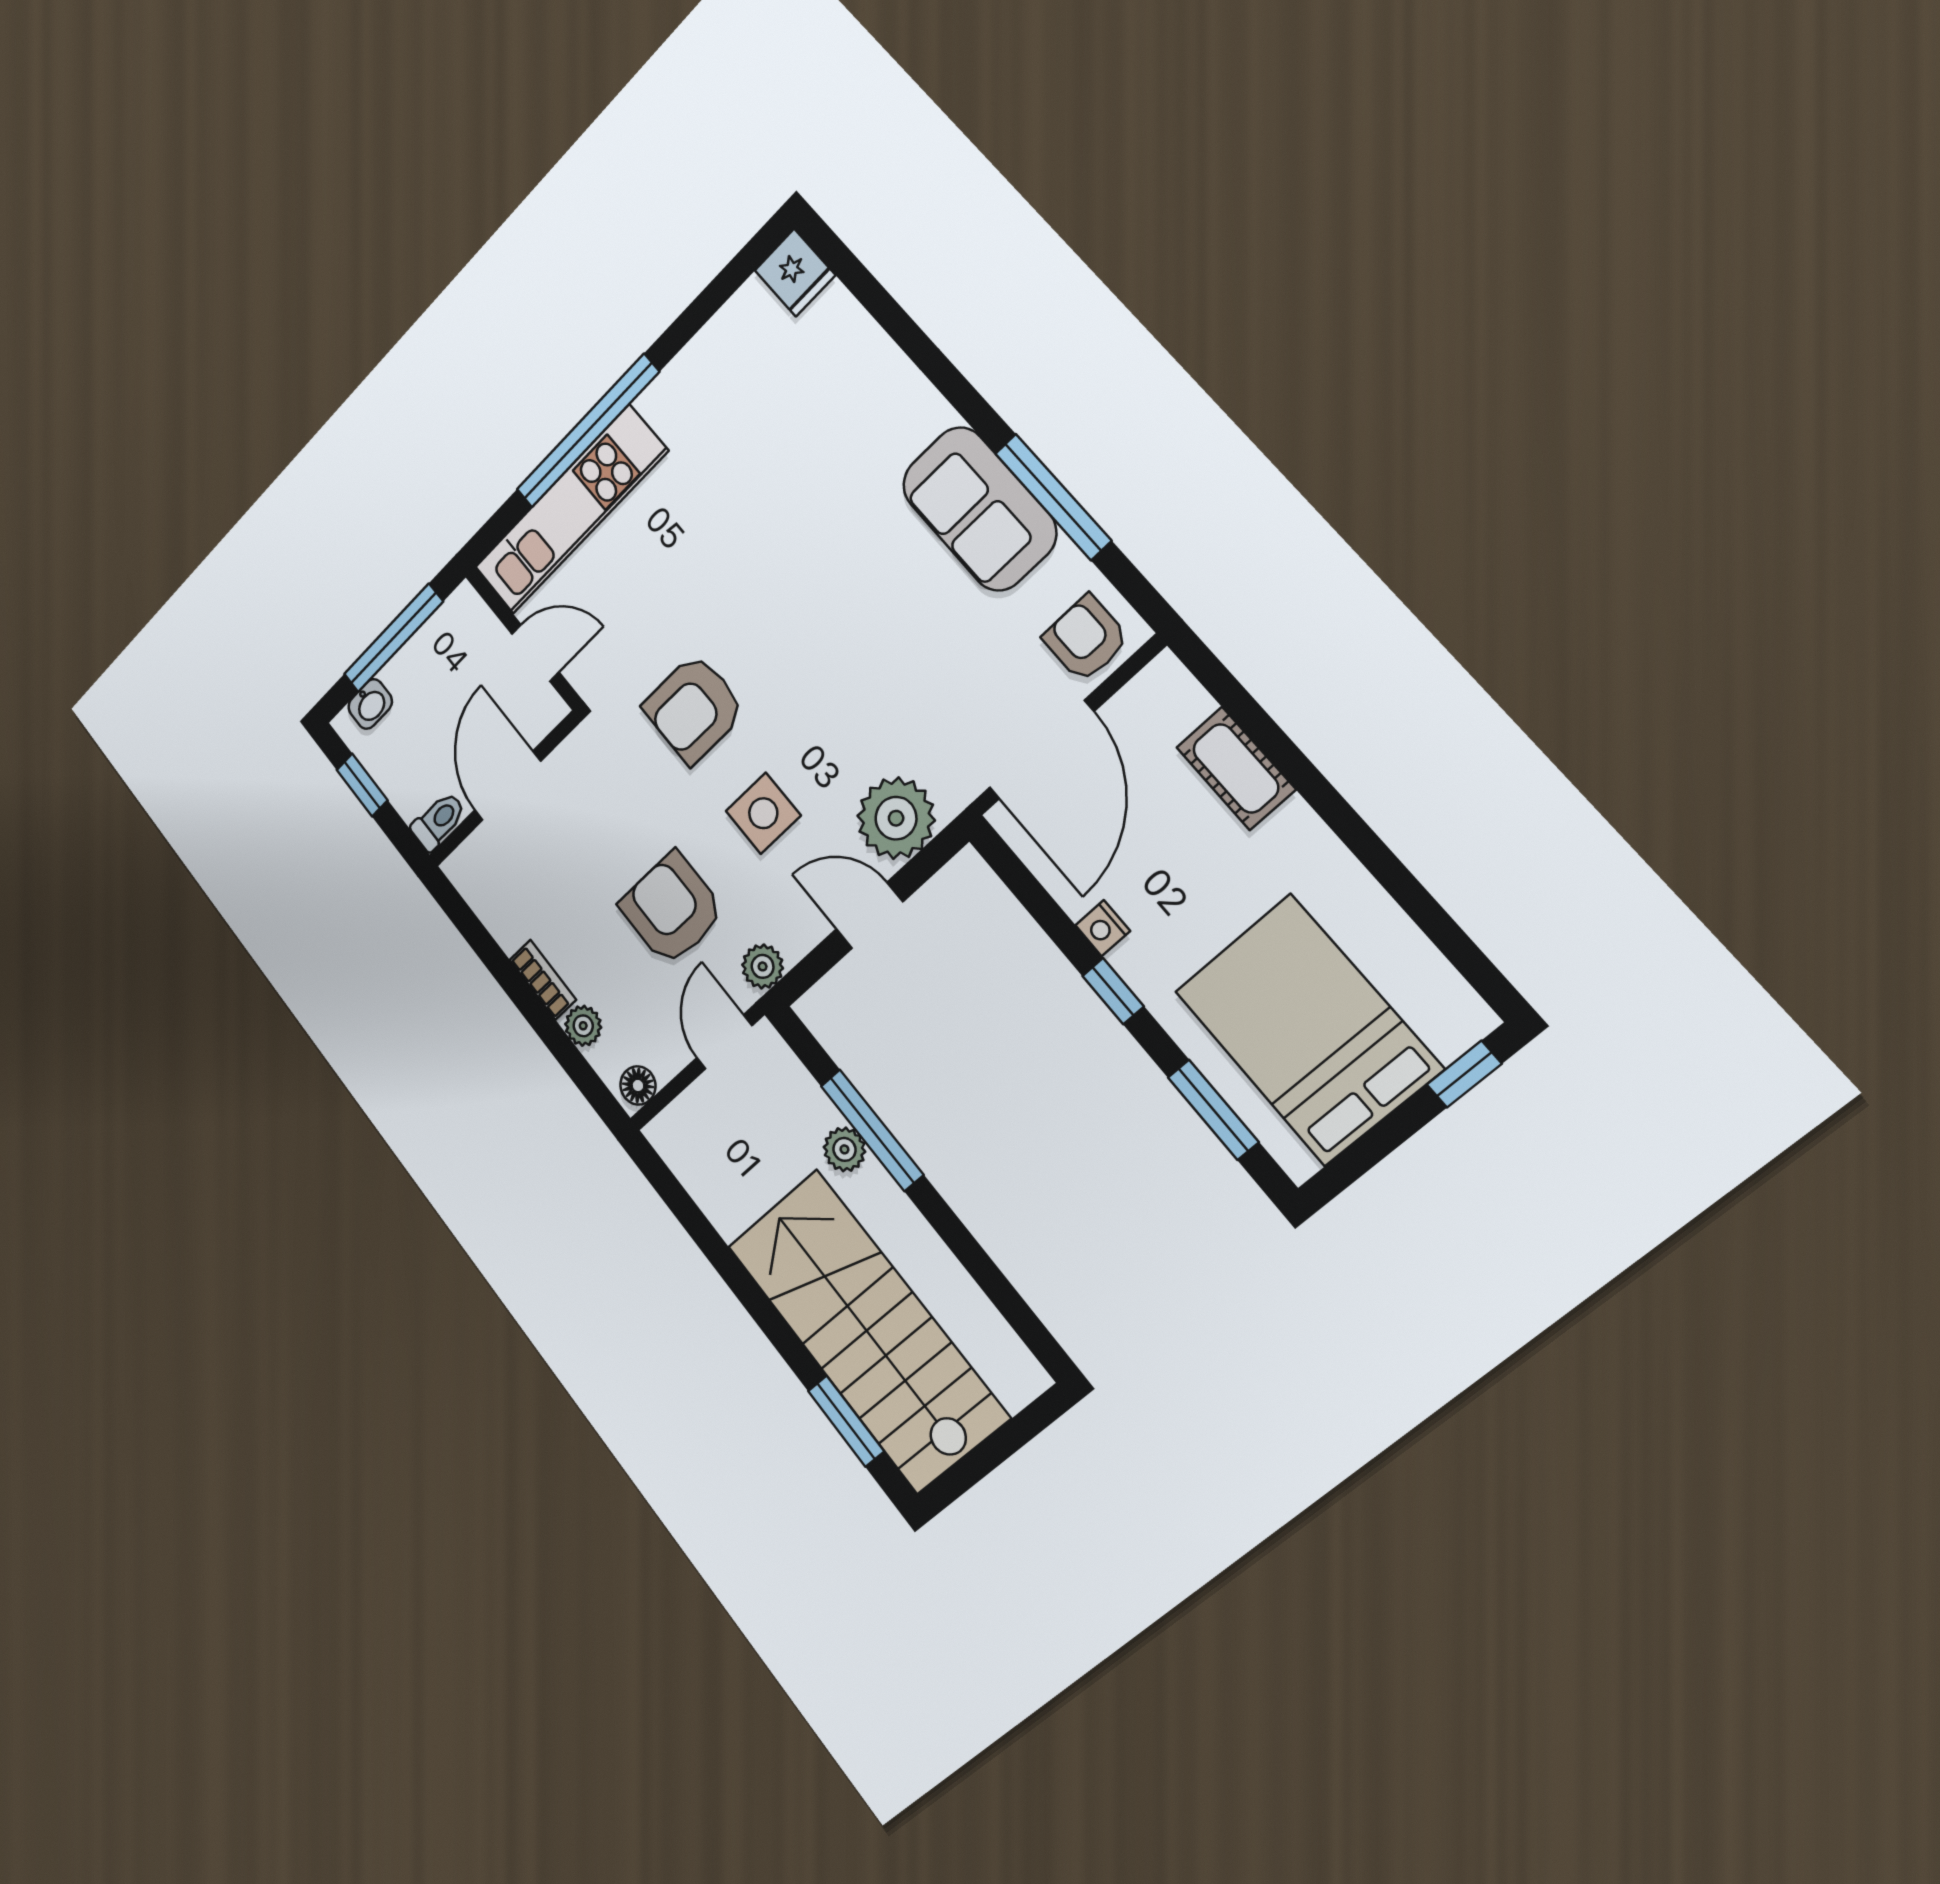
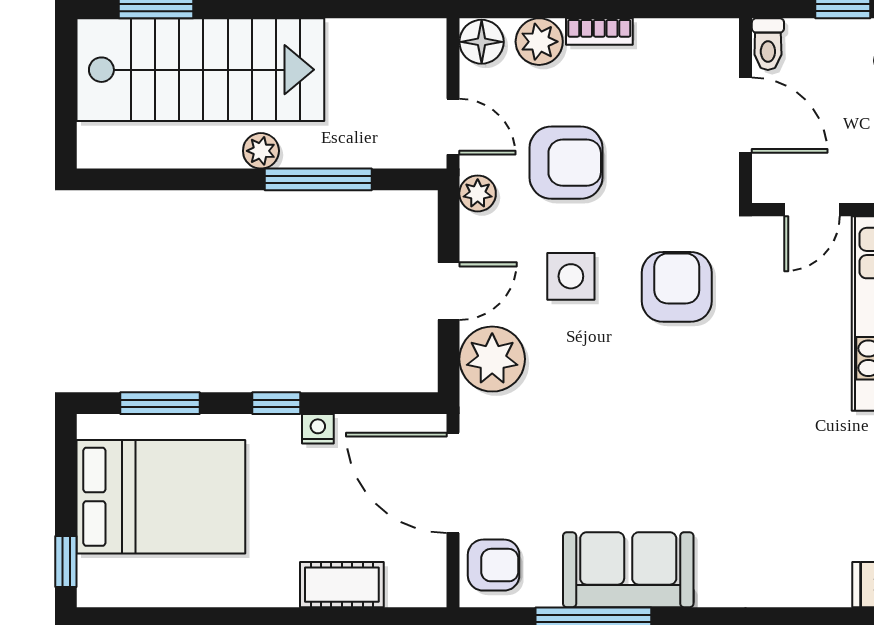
plant: (583, 1026) -> (539, 42), width x1.38, depth x1.38
floor lamp: (638, 1085) -> (482, 42), width x1.37, depth x1.37
plant: (844, 1149) -> (261, 151), moved

